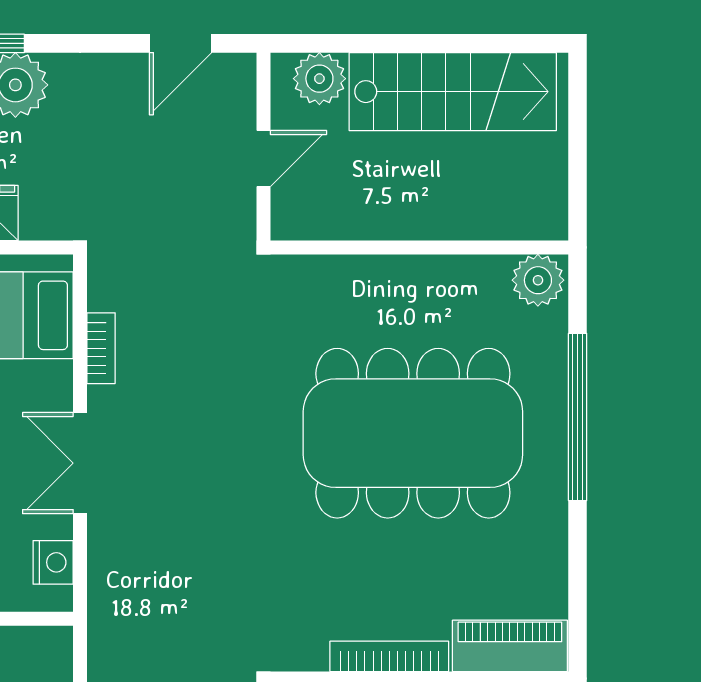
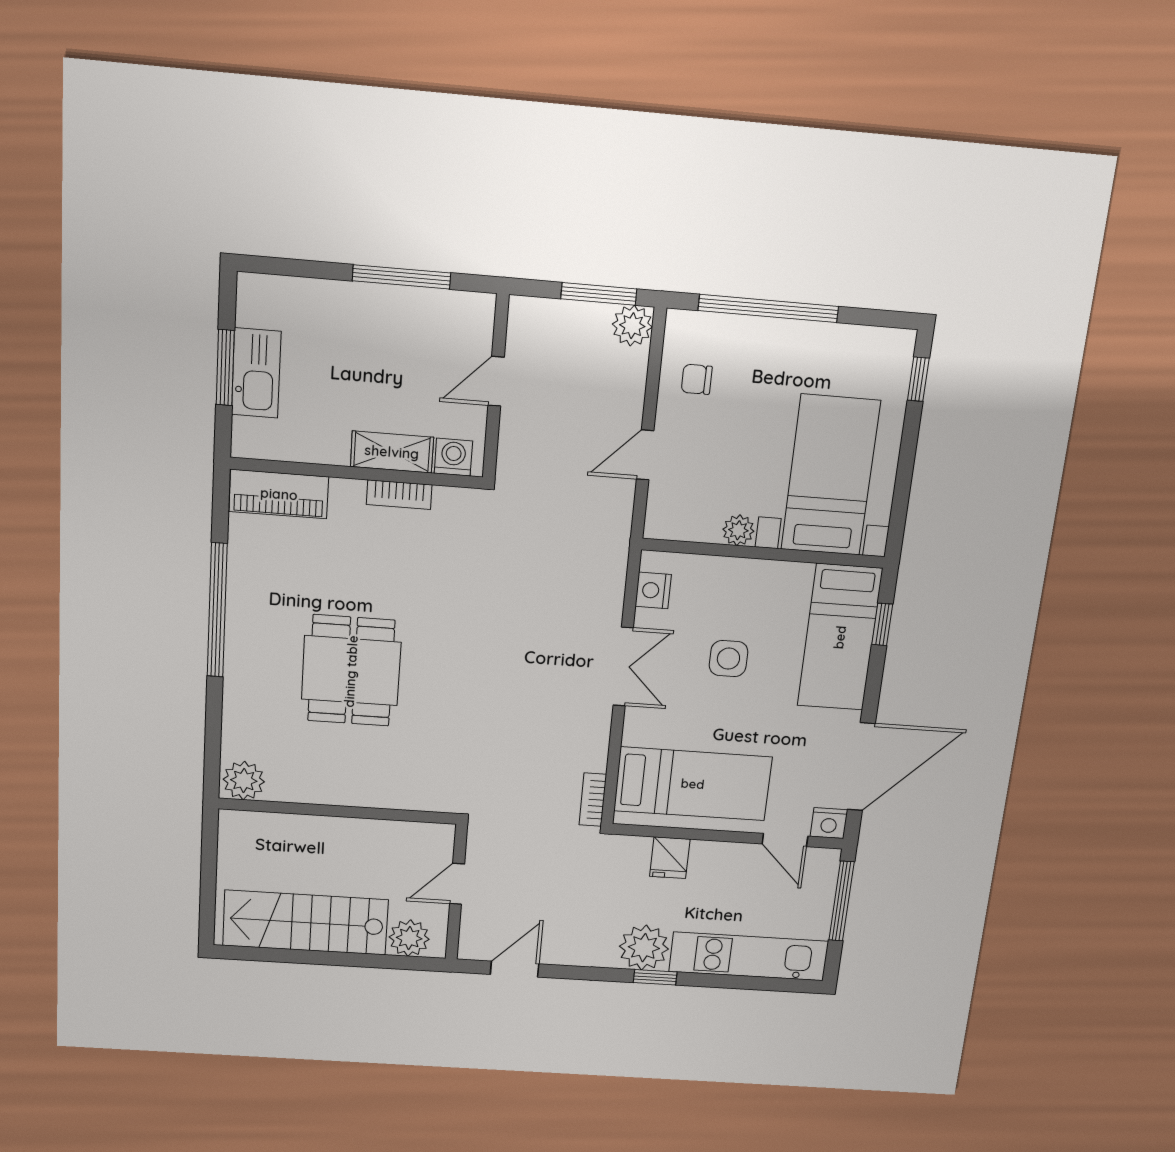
bookcase: (101, 348) -> (593, 800), moved
window: (578, 417) -> (217, 610), moved
dining table: (413, 433) -> (351, 671), width x0.53, depth x0.80
bookcase: (389, 656) -> (399, 495), width x0.64

